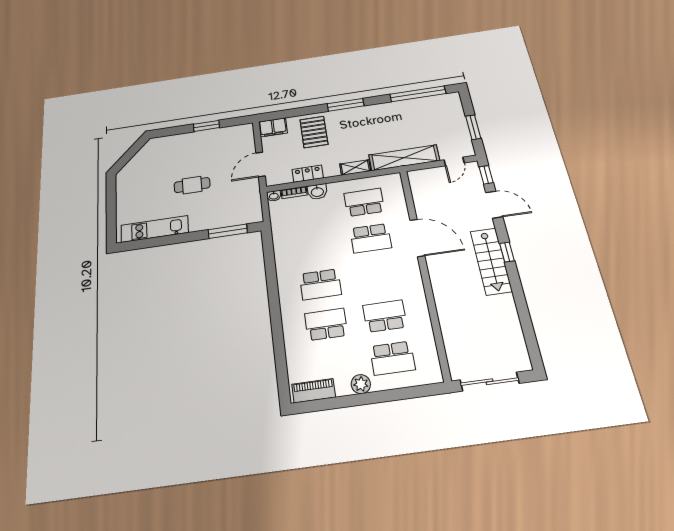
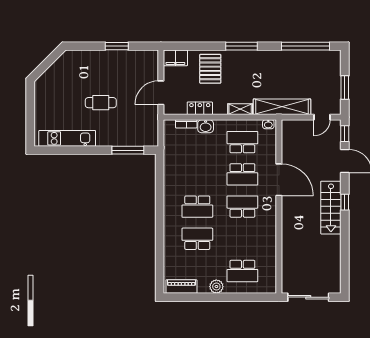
washbasin: (274, 196) -> (268, 124), moved
school desk: (385, 316) -> (242, 207), moved

